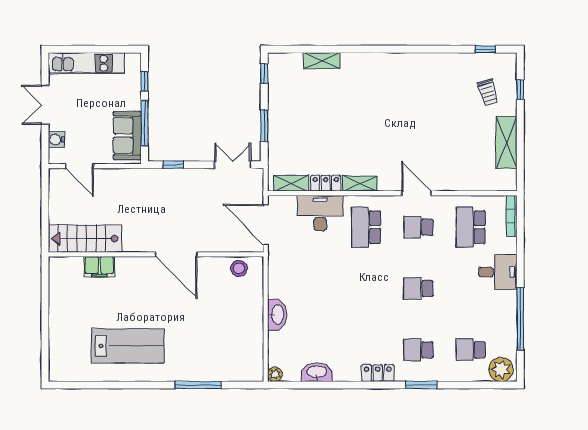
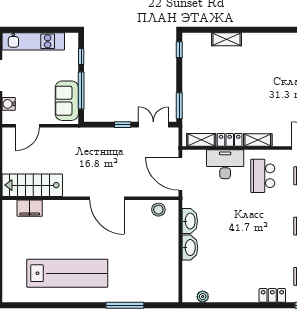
window: (264, 126) -> (179, 106), moved
window: (174, 165) -> (123, 125), moved
door: (79, 166) -> (28, 126), hinge flipped
filing cabinet: (99, 267) -> (30, 208), moved
lab bench: (128, 346) -> (67, 273), width x1.36
washbasin: (317, 372) -> (190, 221), moved, turned 90
plant: (275, 374) -> (203, 297), moved

